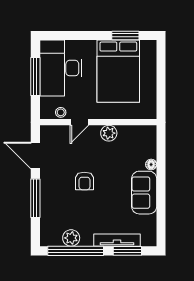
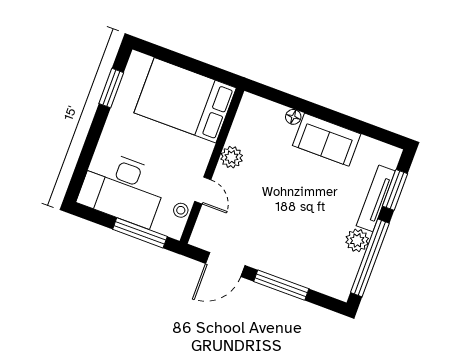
bed: (118, 71) -> (185, 100), moved, turned 180
window: (35, 76) -> (140, 233), moved
armchair: (84, 181) -> (282, 212), removed
plant: (71, 238) -> (357, 240), moved

